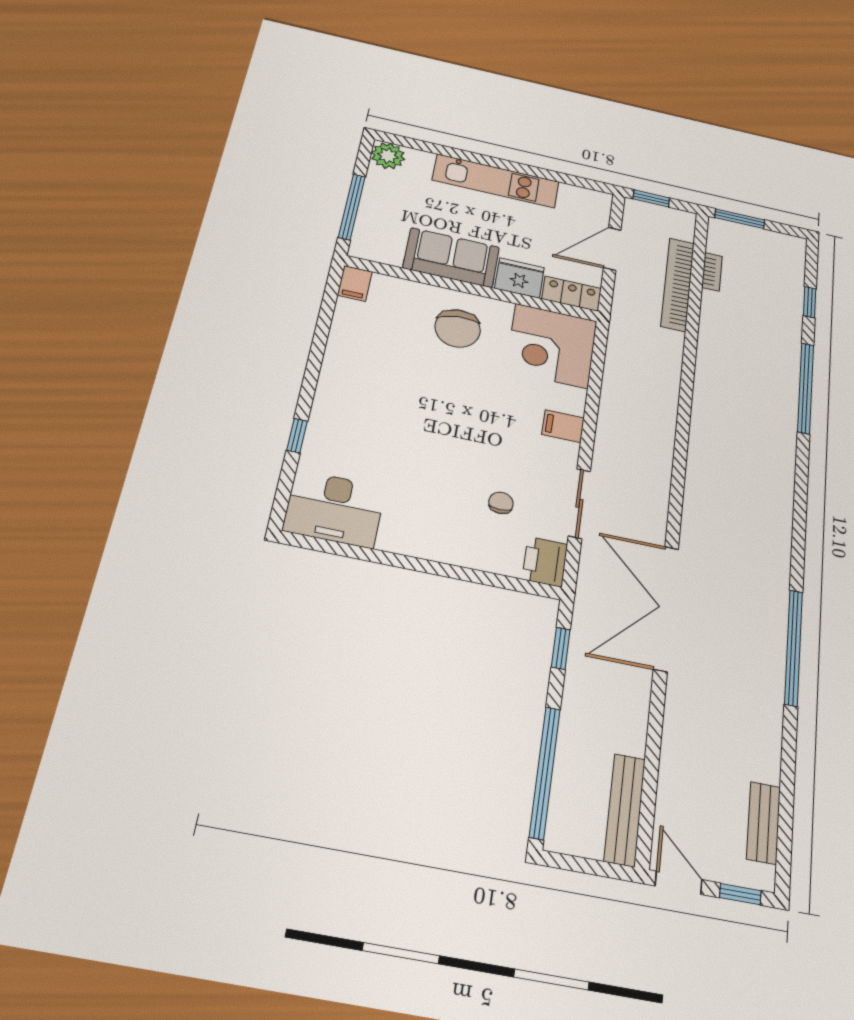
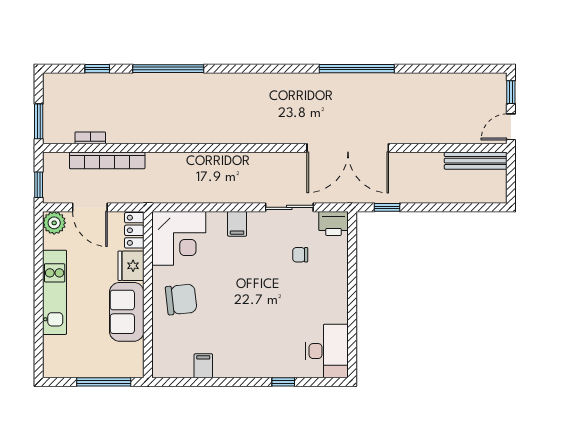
plant: (388, 156) -> (54, 223), moved
filing cabinet: (355, 283) -> (203, 366), moved, turned -90
window: (545, 772) -> (463, 207), removed
bench: (764, 823) -> (468, 81), removed

